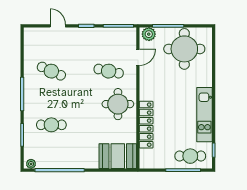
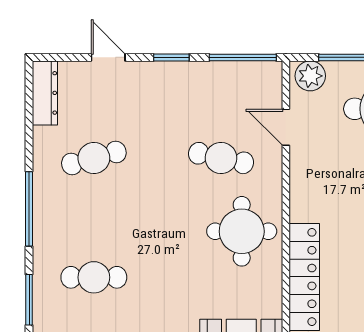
dresser: (29, 42) -> (45, 93), added
door: (138, 57) -> (286, 127), swing flipped
cafe table: (51, 71) -> (94, 158), turned -39

